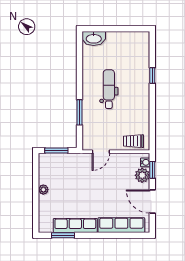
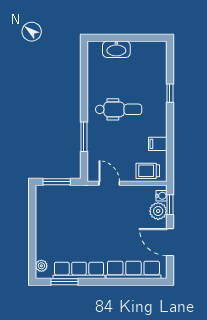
washbasin: (94, 38) -> (116, 49), moved
dental chair: (109, 89) -> (119, 109), turned 90
filing cabinet: (142, 118) -> (158, 144), added
door: (101, 152) -> (109, 183), swing flipped
plant: (43, 190) -> (41, 266), moved

